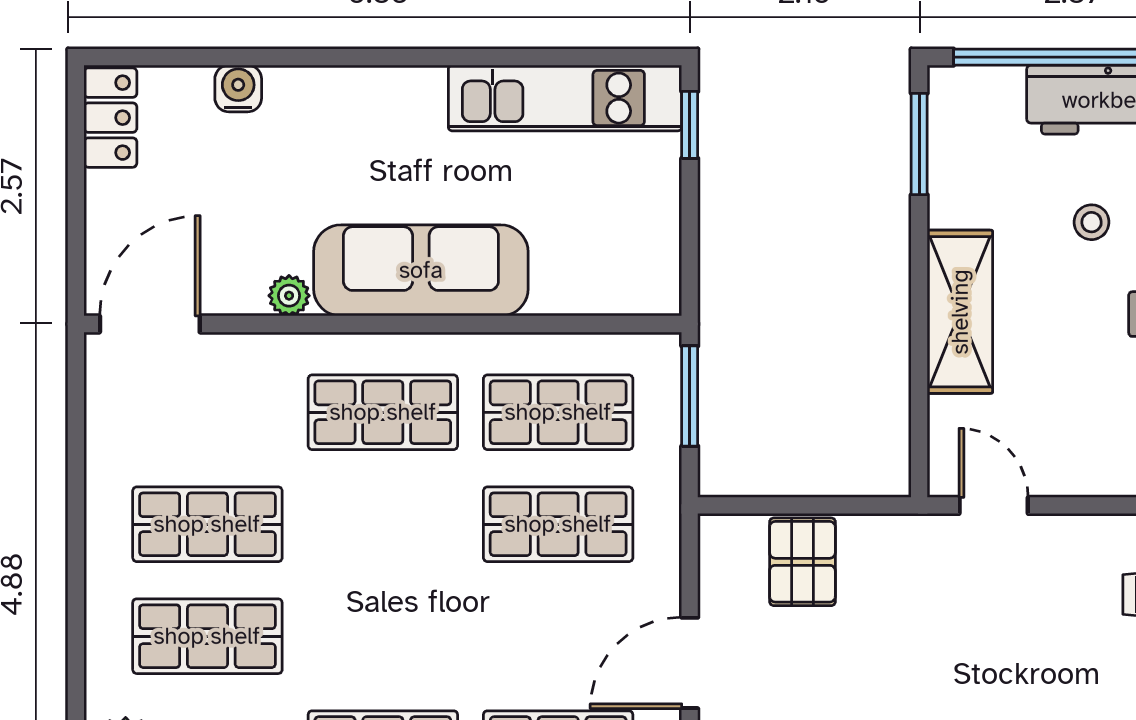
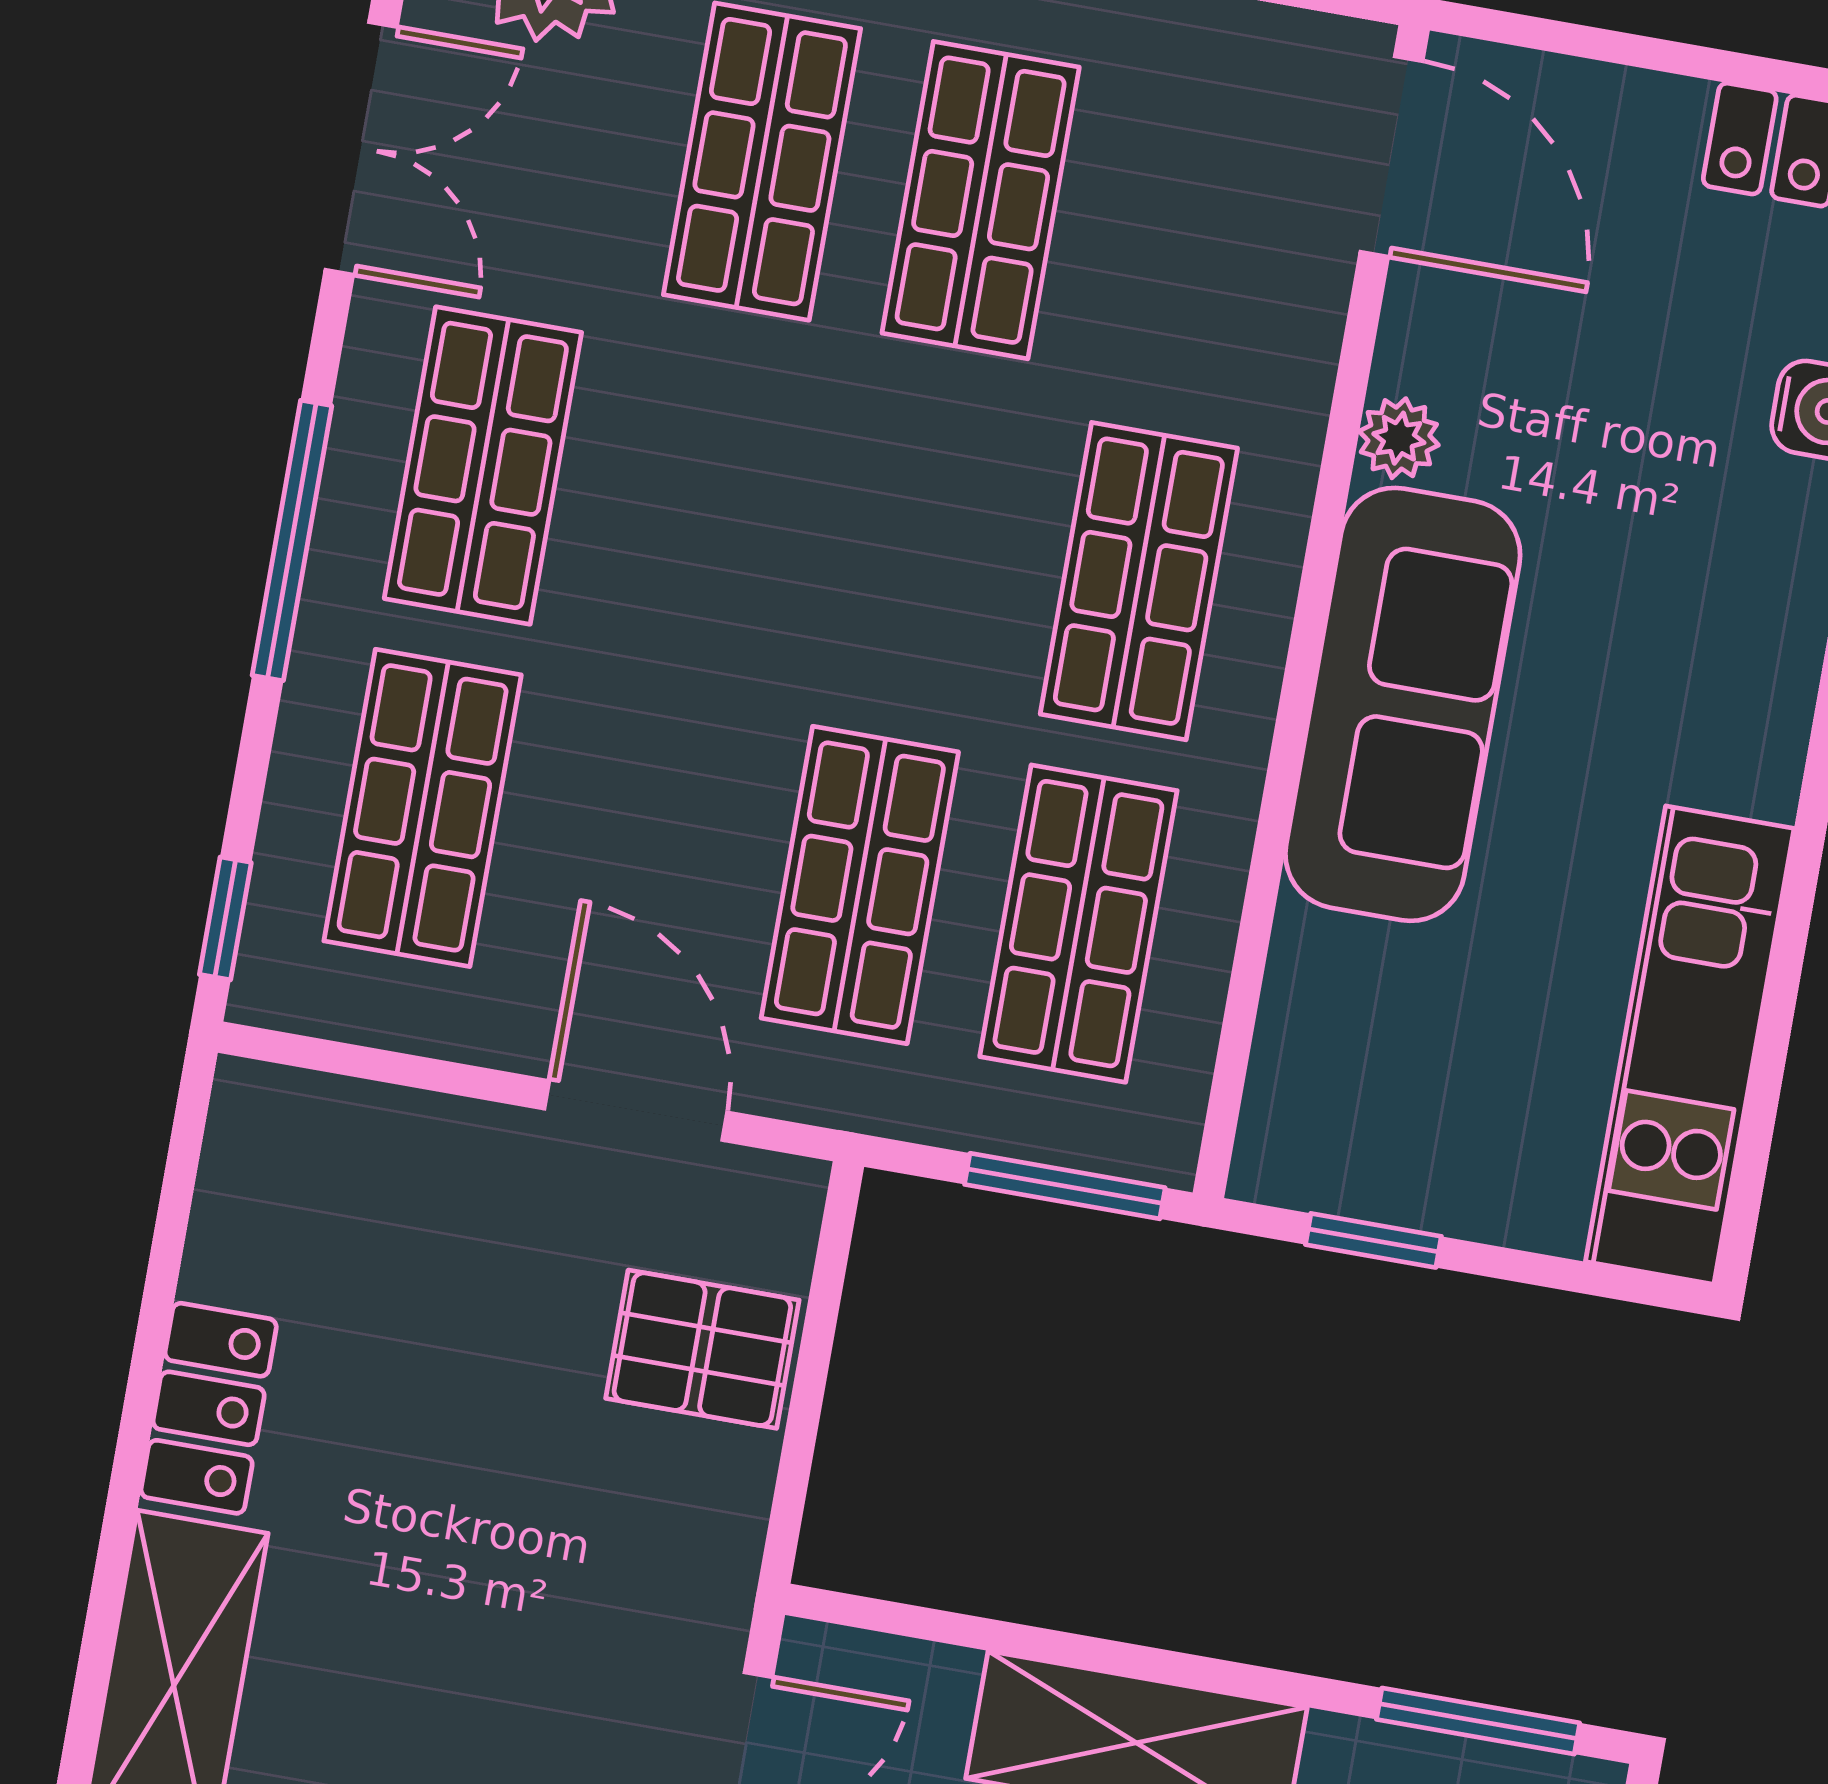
window: (690, 125) -> (1373, 1240), moved
door: (690, 663) -> (636, 1110), moved

